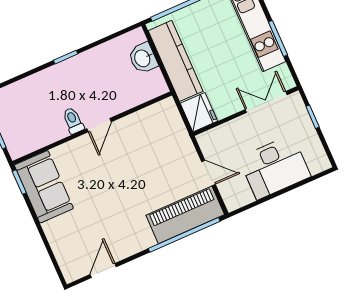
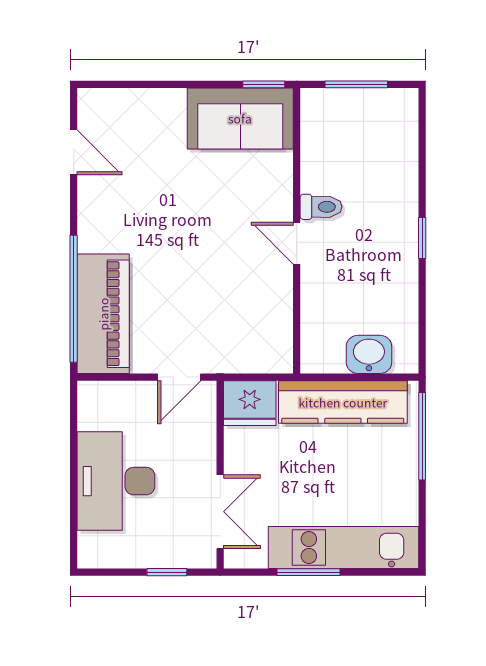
door: (209, 173) -> (179, 377), moved

